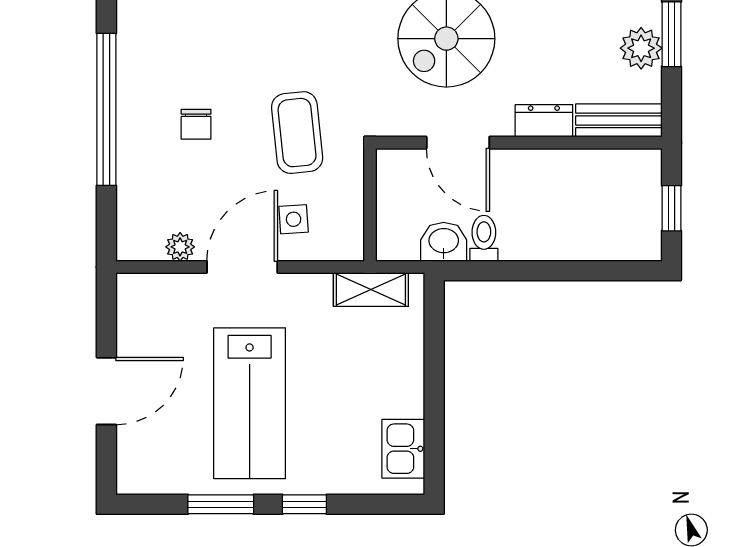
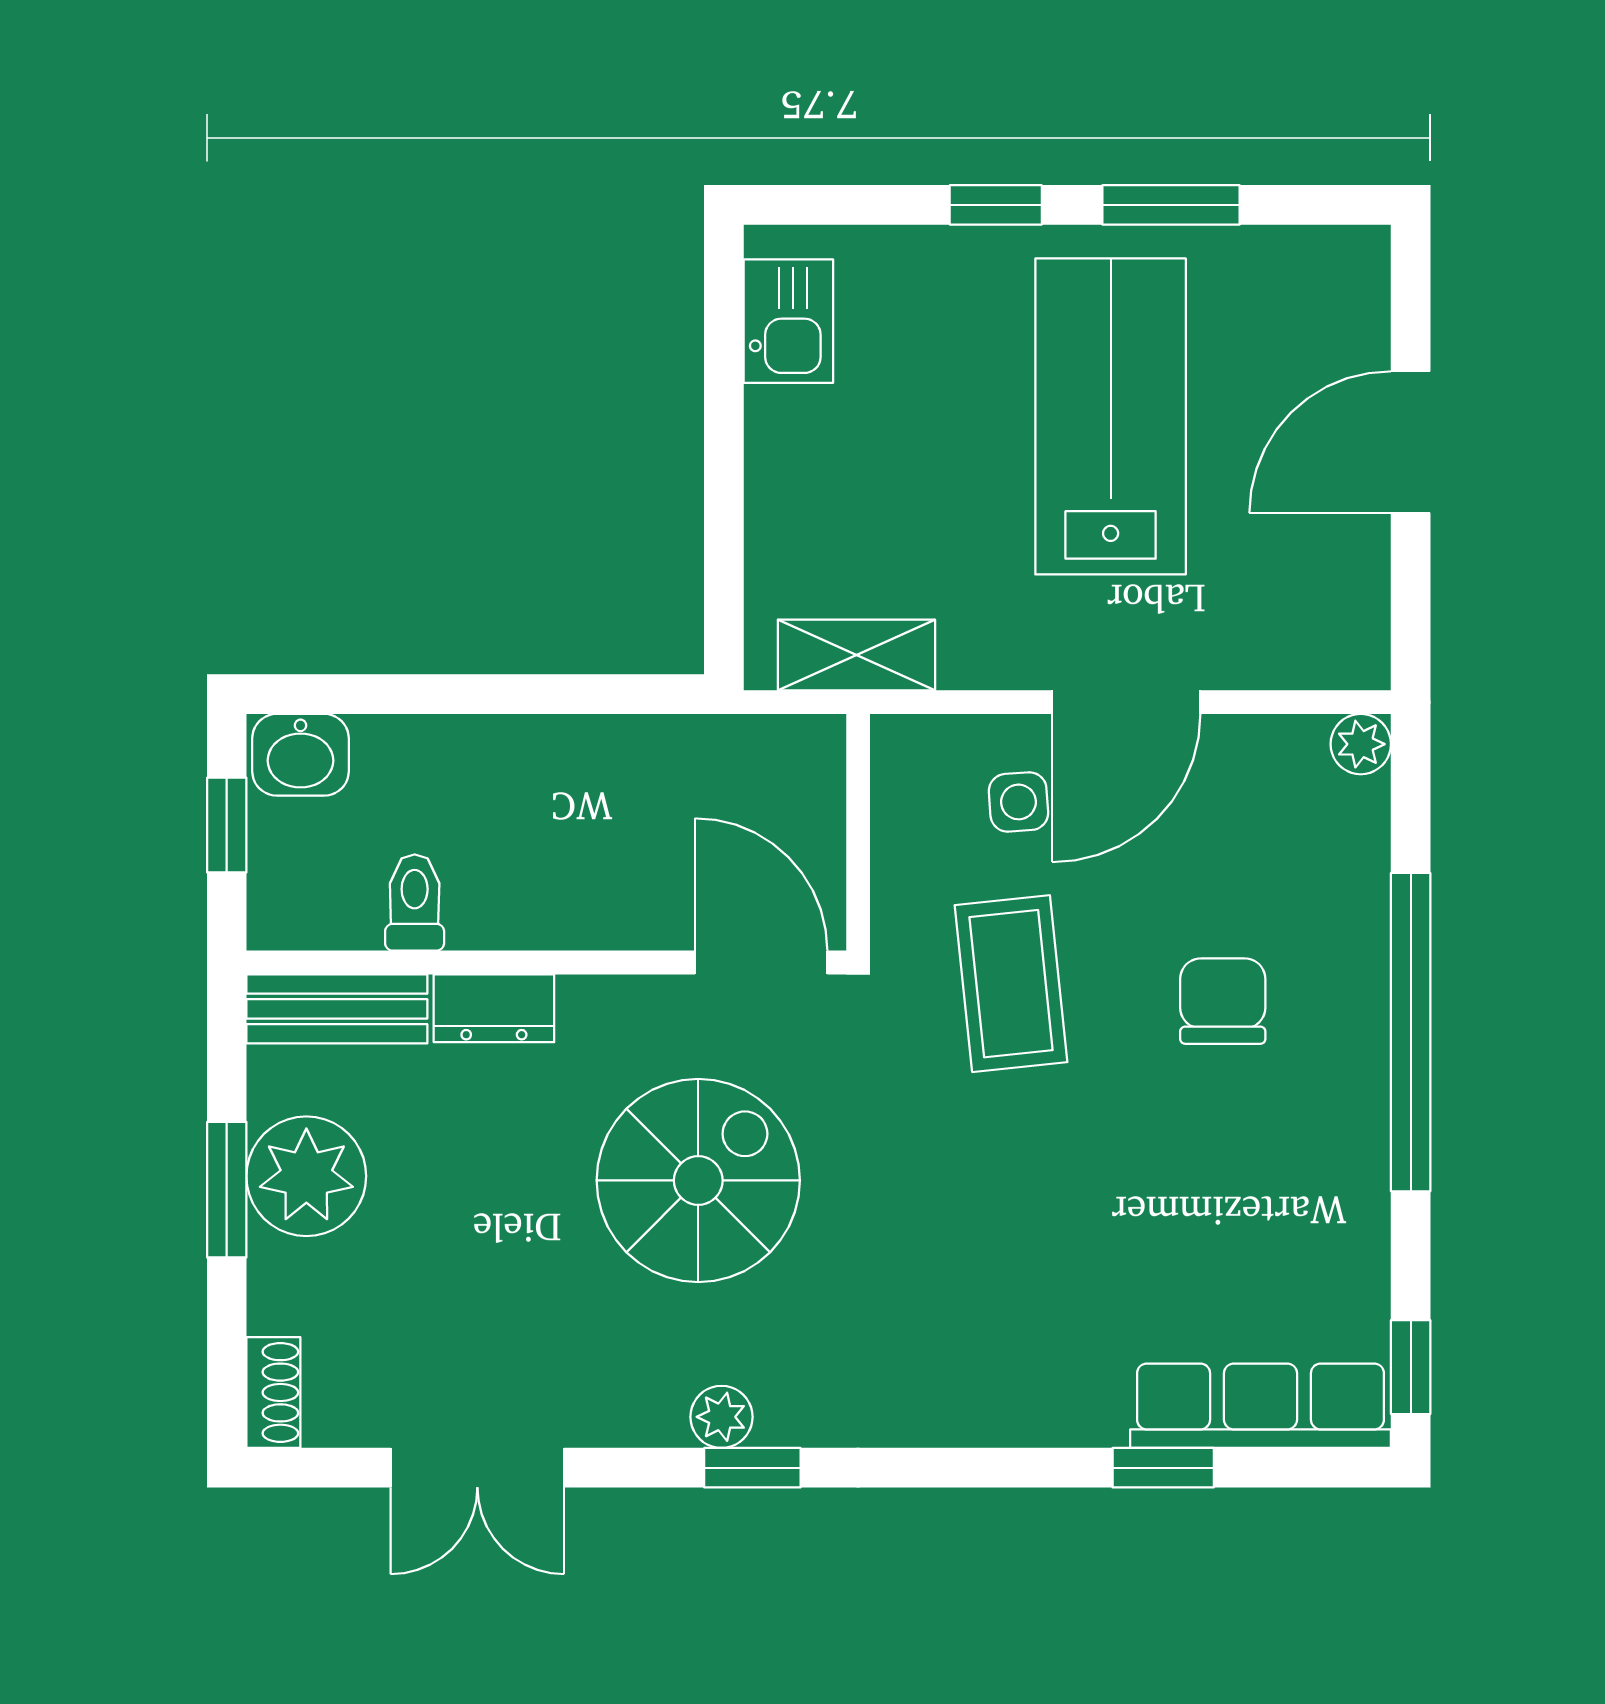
plant: (641, 48) -> (306, 1176), width x1.36, depth x1.36
chair: (196, 124) -> (1223, 1001), width x1.37, depth x1.37
door: (458, 143) -> (761, 963), moved
toilet: (484, 238) -> (415, 903), moved, turned 180
washbasin: (444, 242) -> (300, 755), moved
plant: (180, 247) -> (1361, 744), moved

